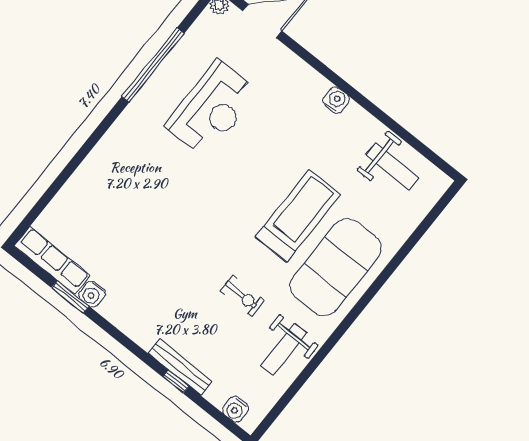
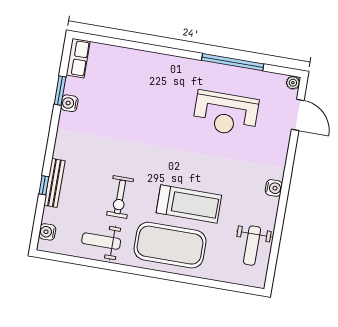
row of seats: (52, 261) -> (78, 58), width x0.68
exercise bike: (242, 296) -> (120, 197), width x1.38, depth x1.39

